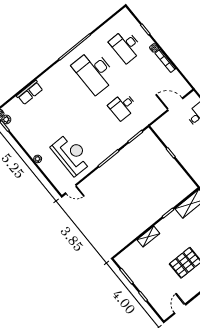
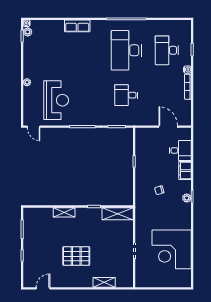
row of seats: (30, 92) -> (77, 26), moved

